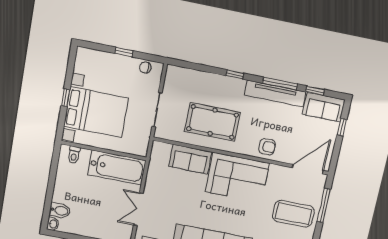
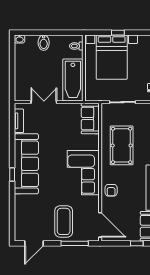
sofa: (190, 159) -> (90, 119), moved
bidet: (60, 211) -> (44, 43), moved

